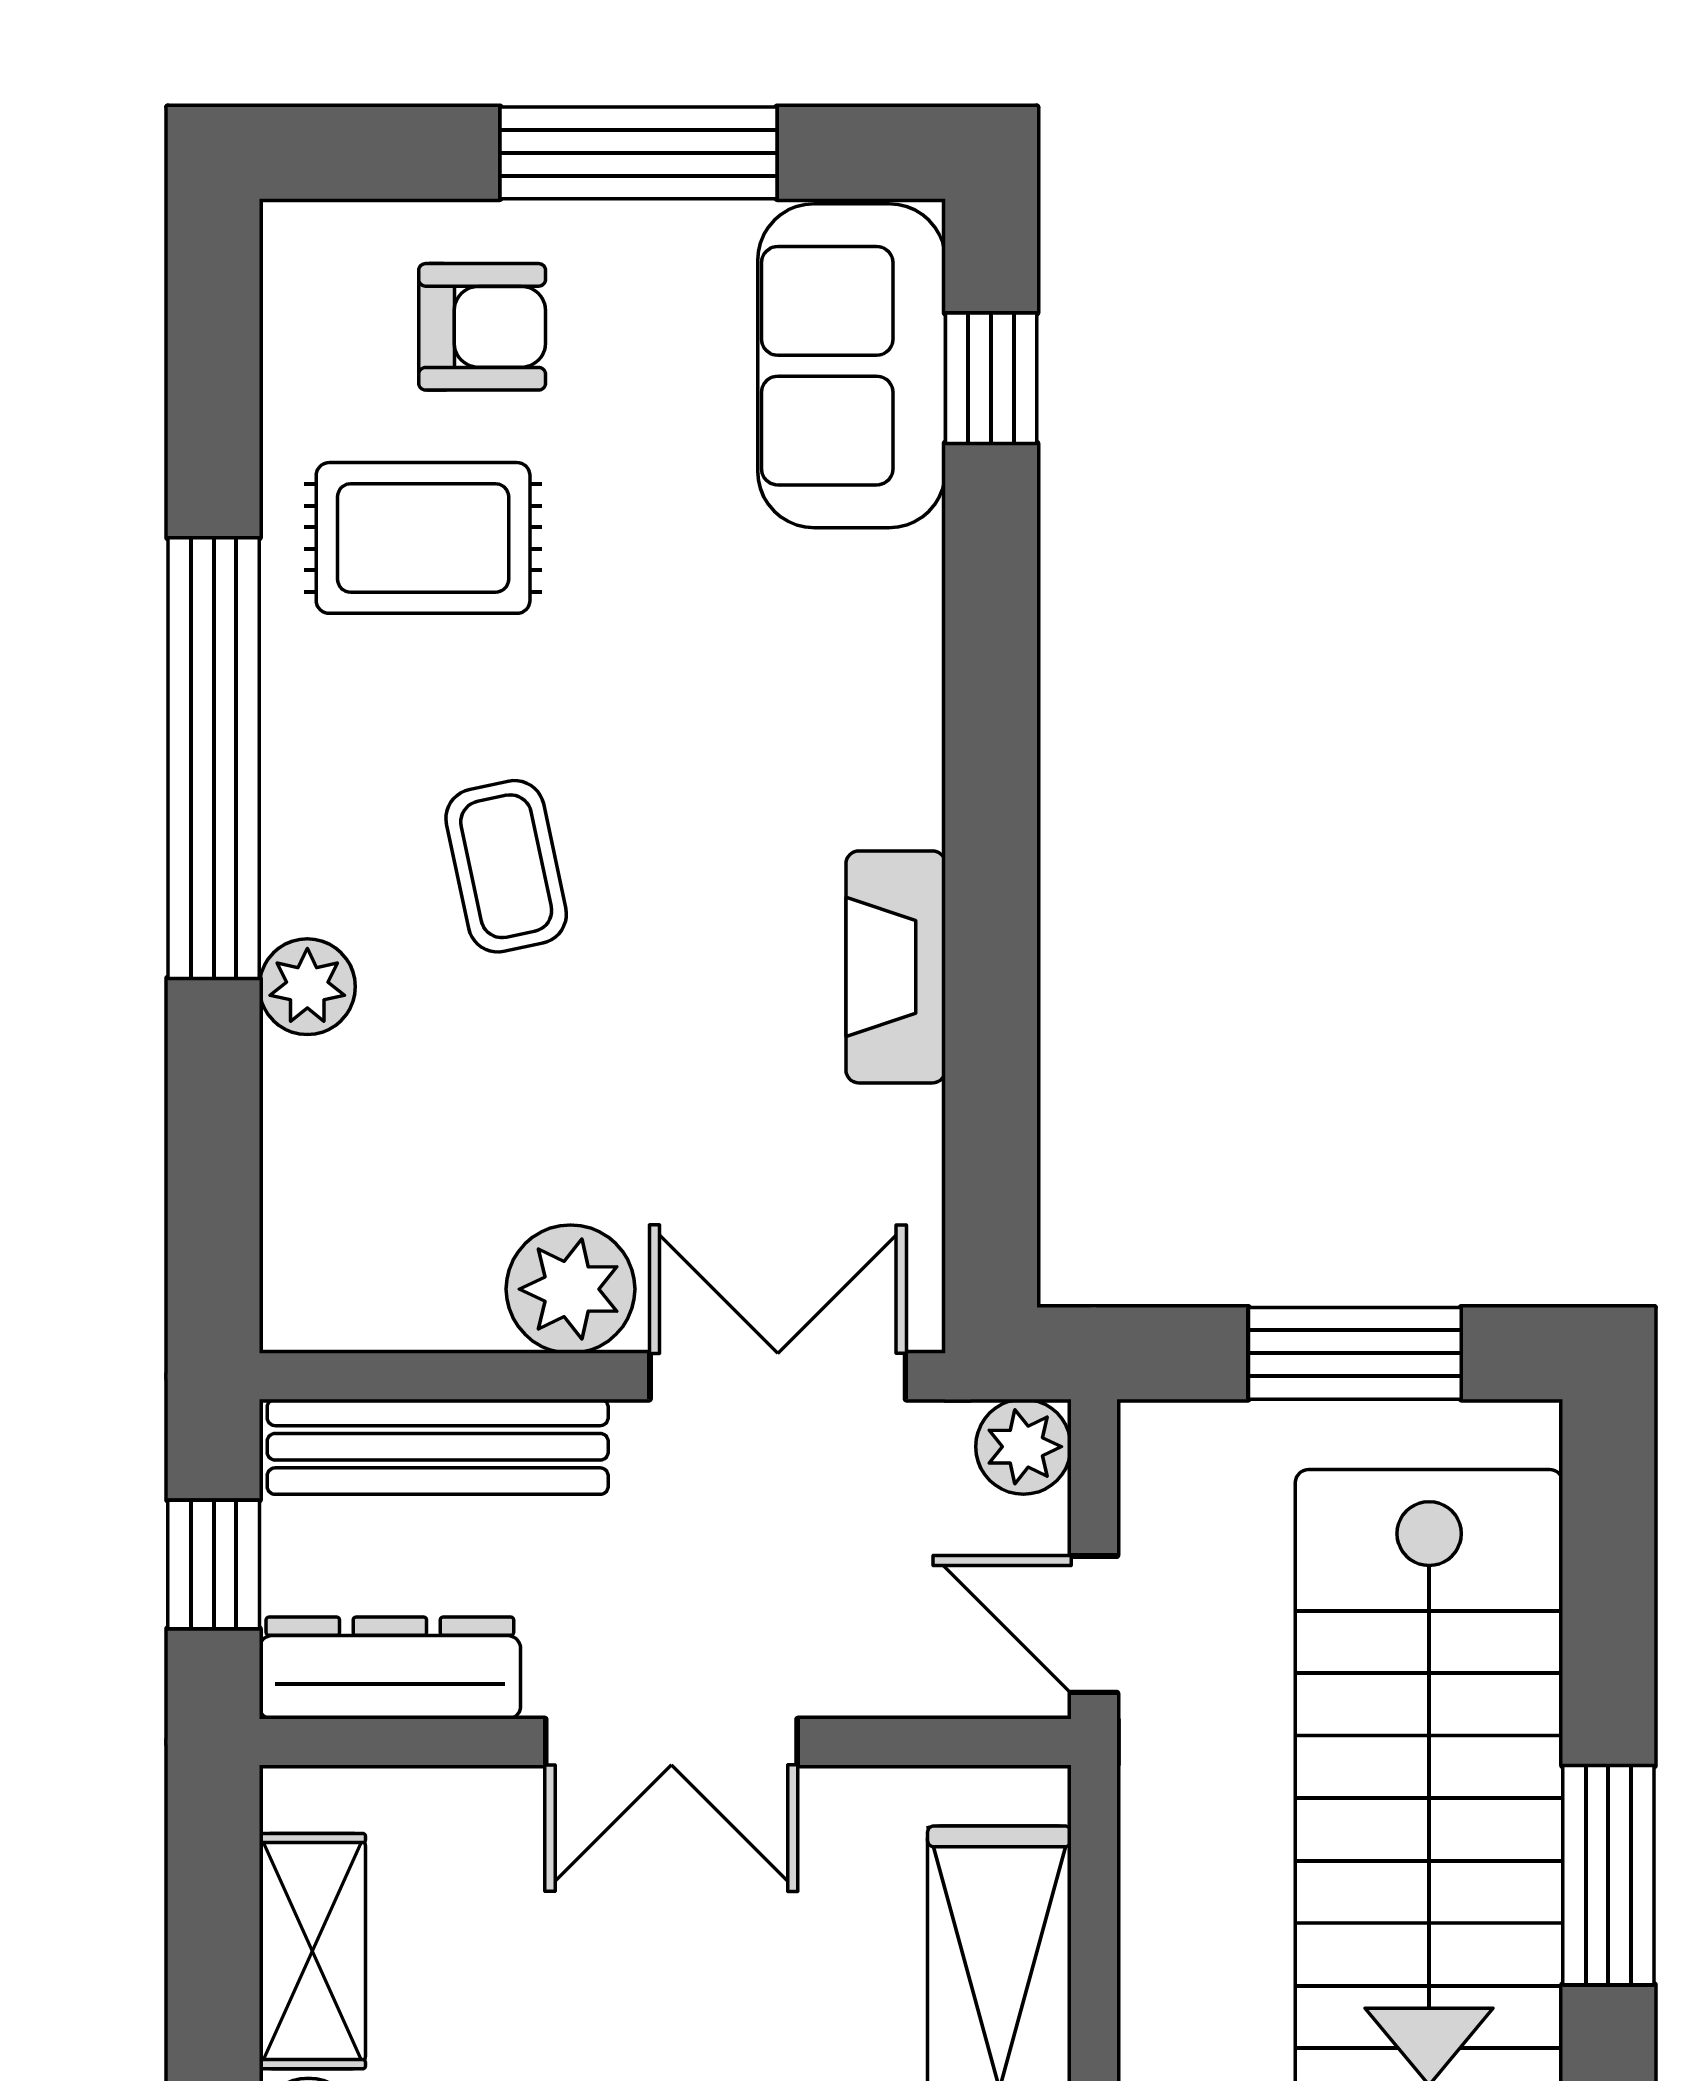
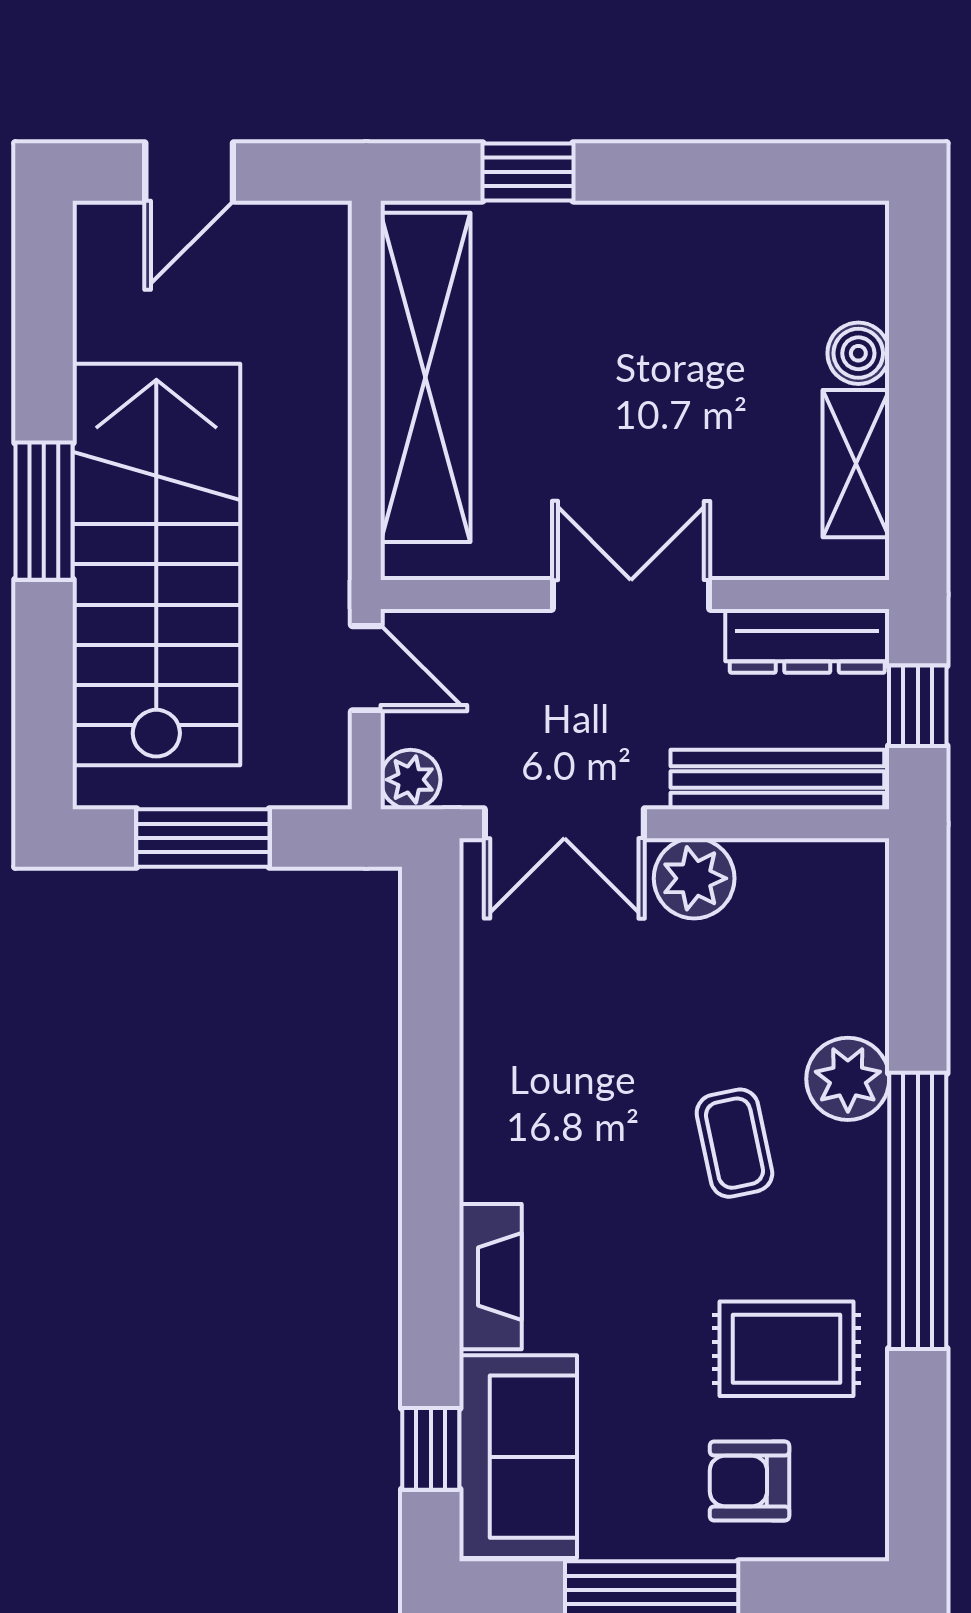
fireplace: (896, 967) -> (490, 1277), moved
plant: (307, 987) -> (848, 1079), width x1.38, depth x1.38

